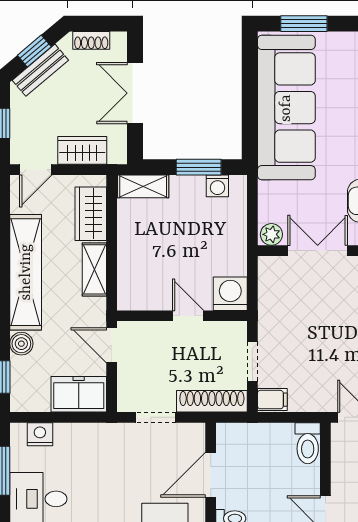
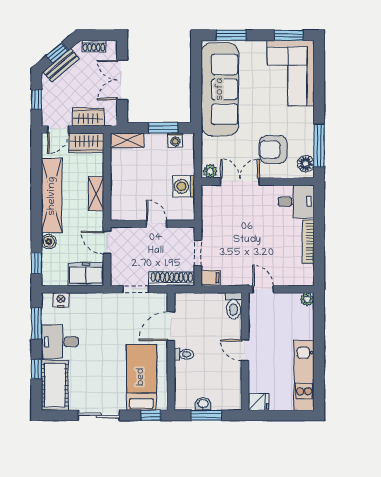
wardrobe: (91, 214) -> (86, 143), moved, turned -90
washing machine: (230, 294) -> (184, 186), moved, turned -90

